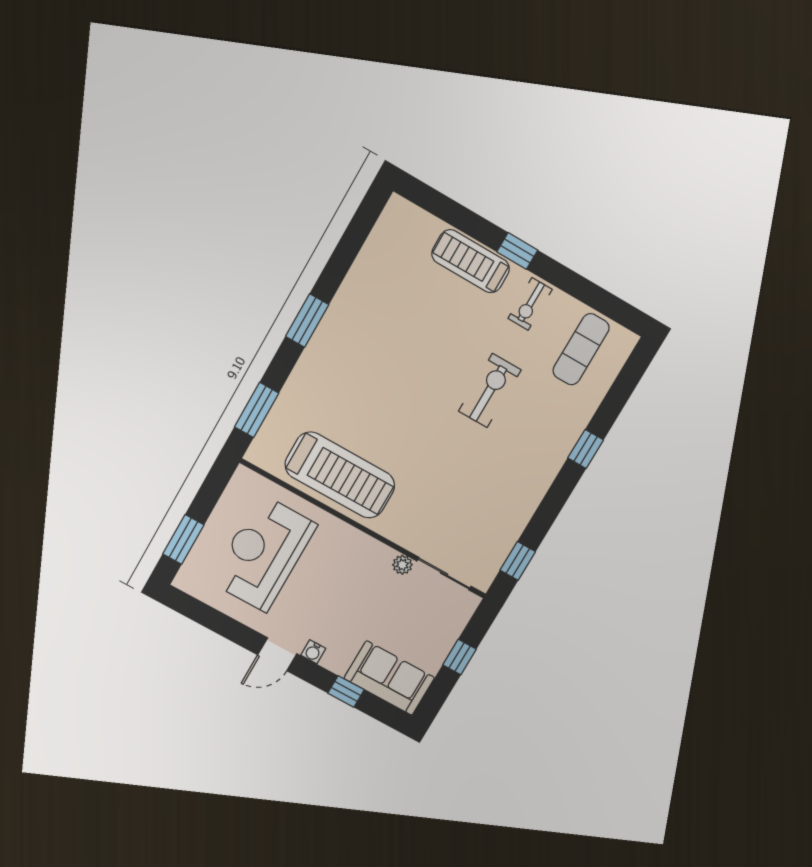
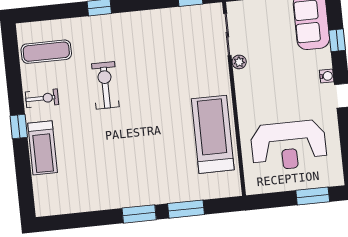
exercise bike: (490, 391) -> (105, 85), turned 90
window: (257, 410) -> (186, 209), moved

